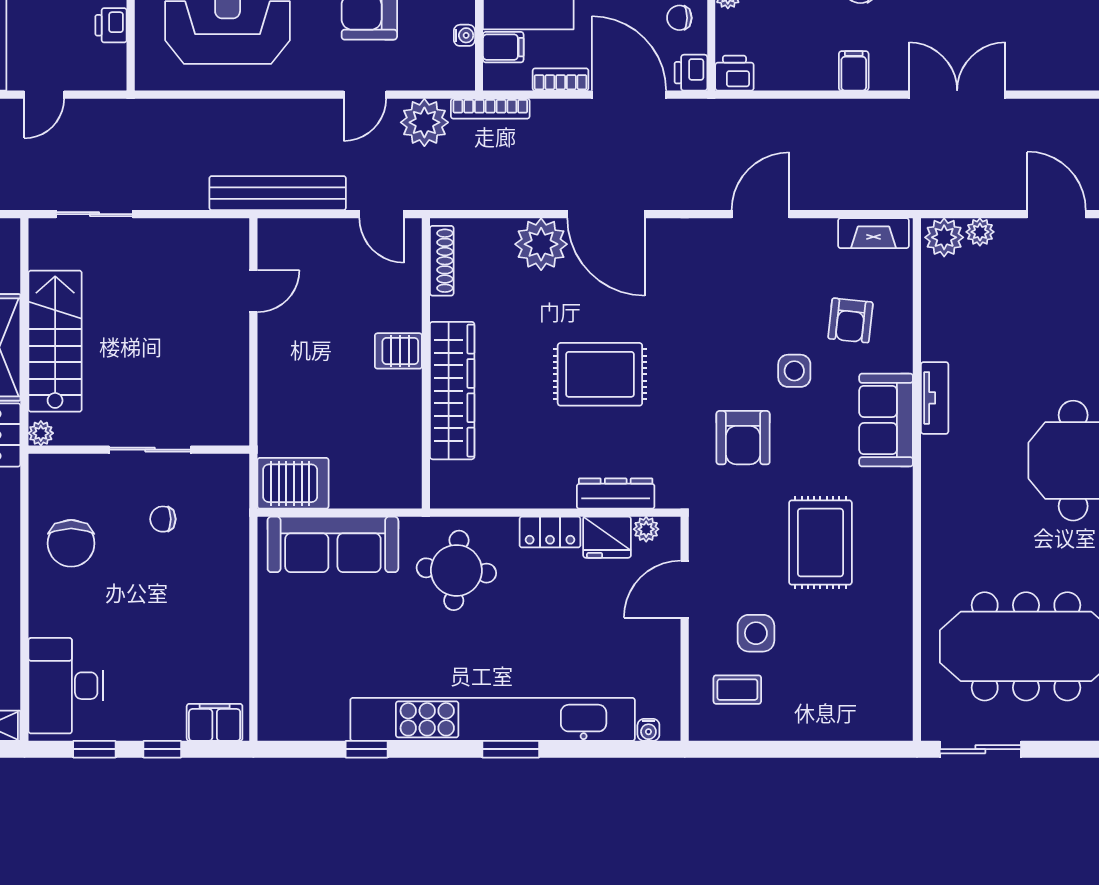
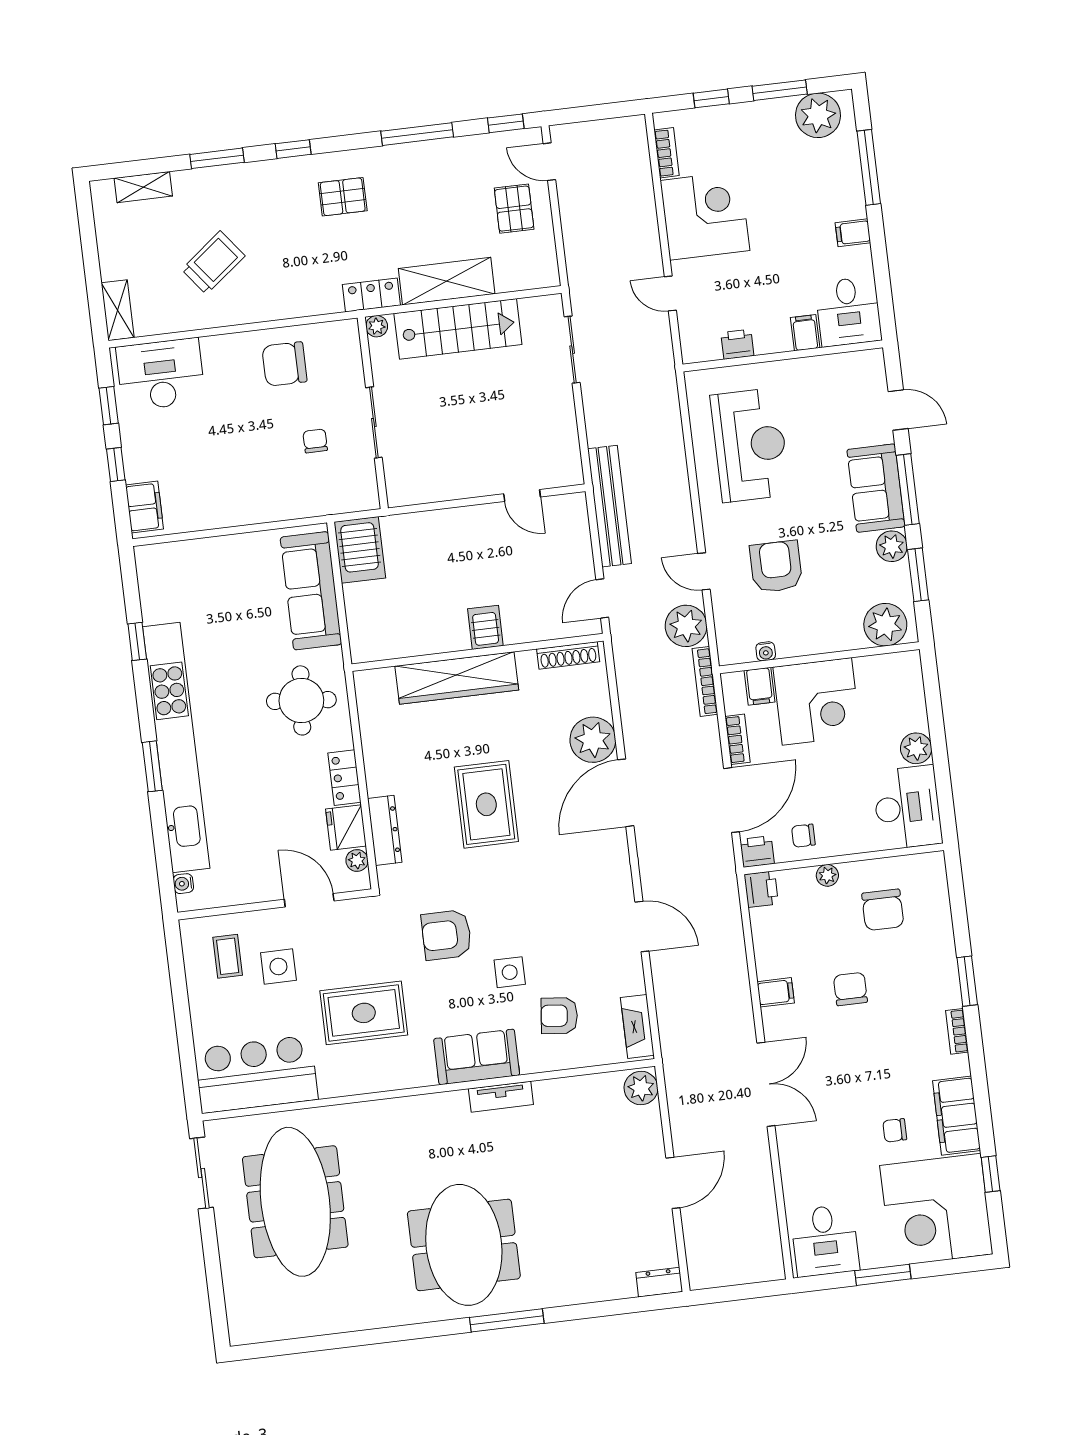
chair: (679, 18) -> (803, 836), turned -90
plant: (980, 232) -> (649, 1119), removed
bar counter: (876, 673) -> (256, 1074), added

